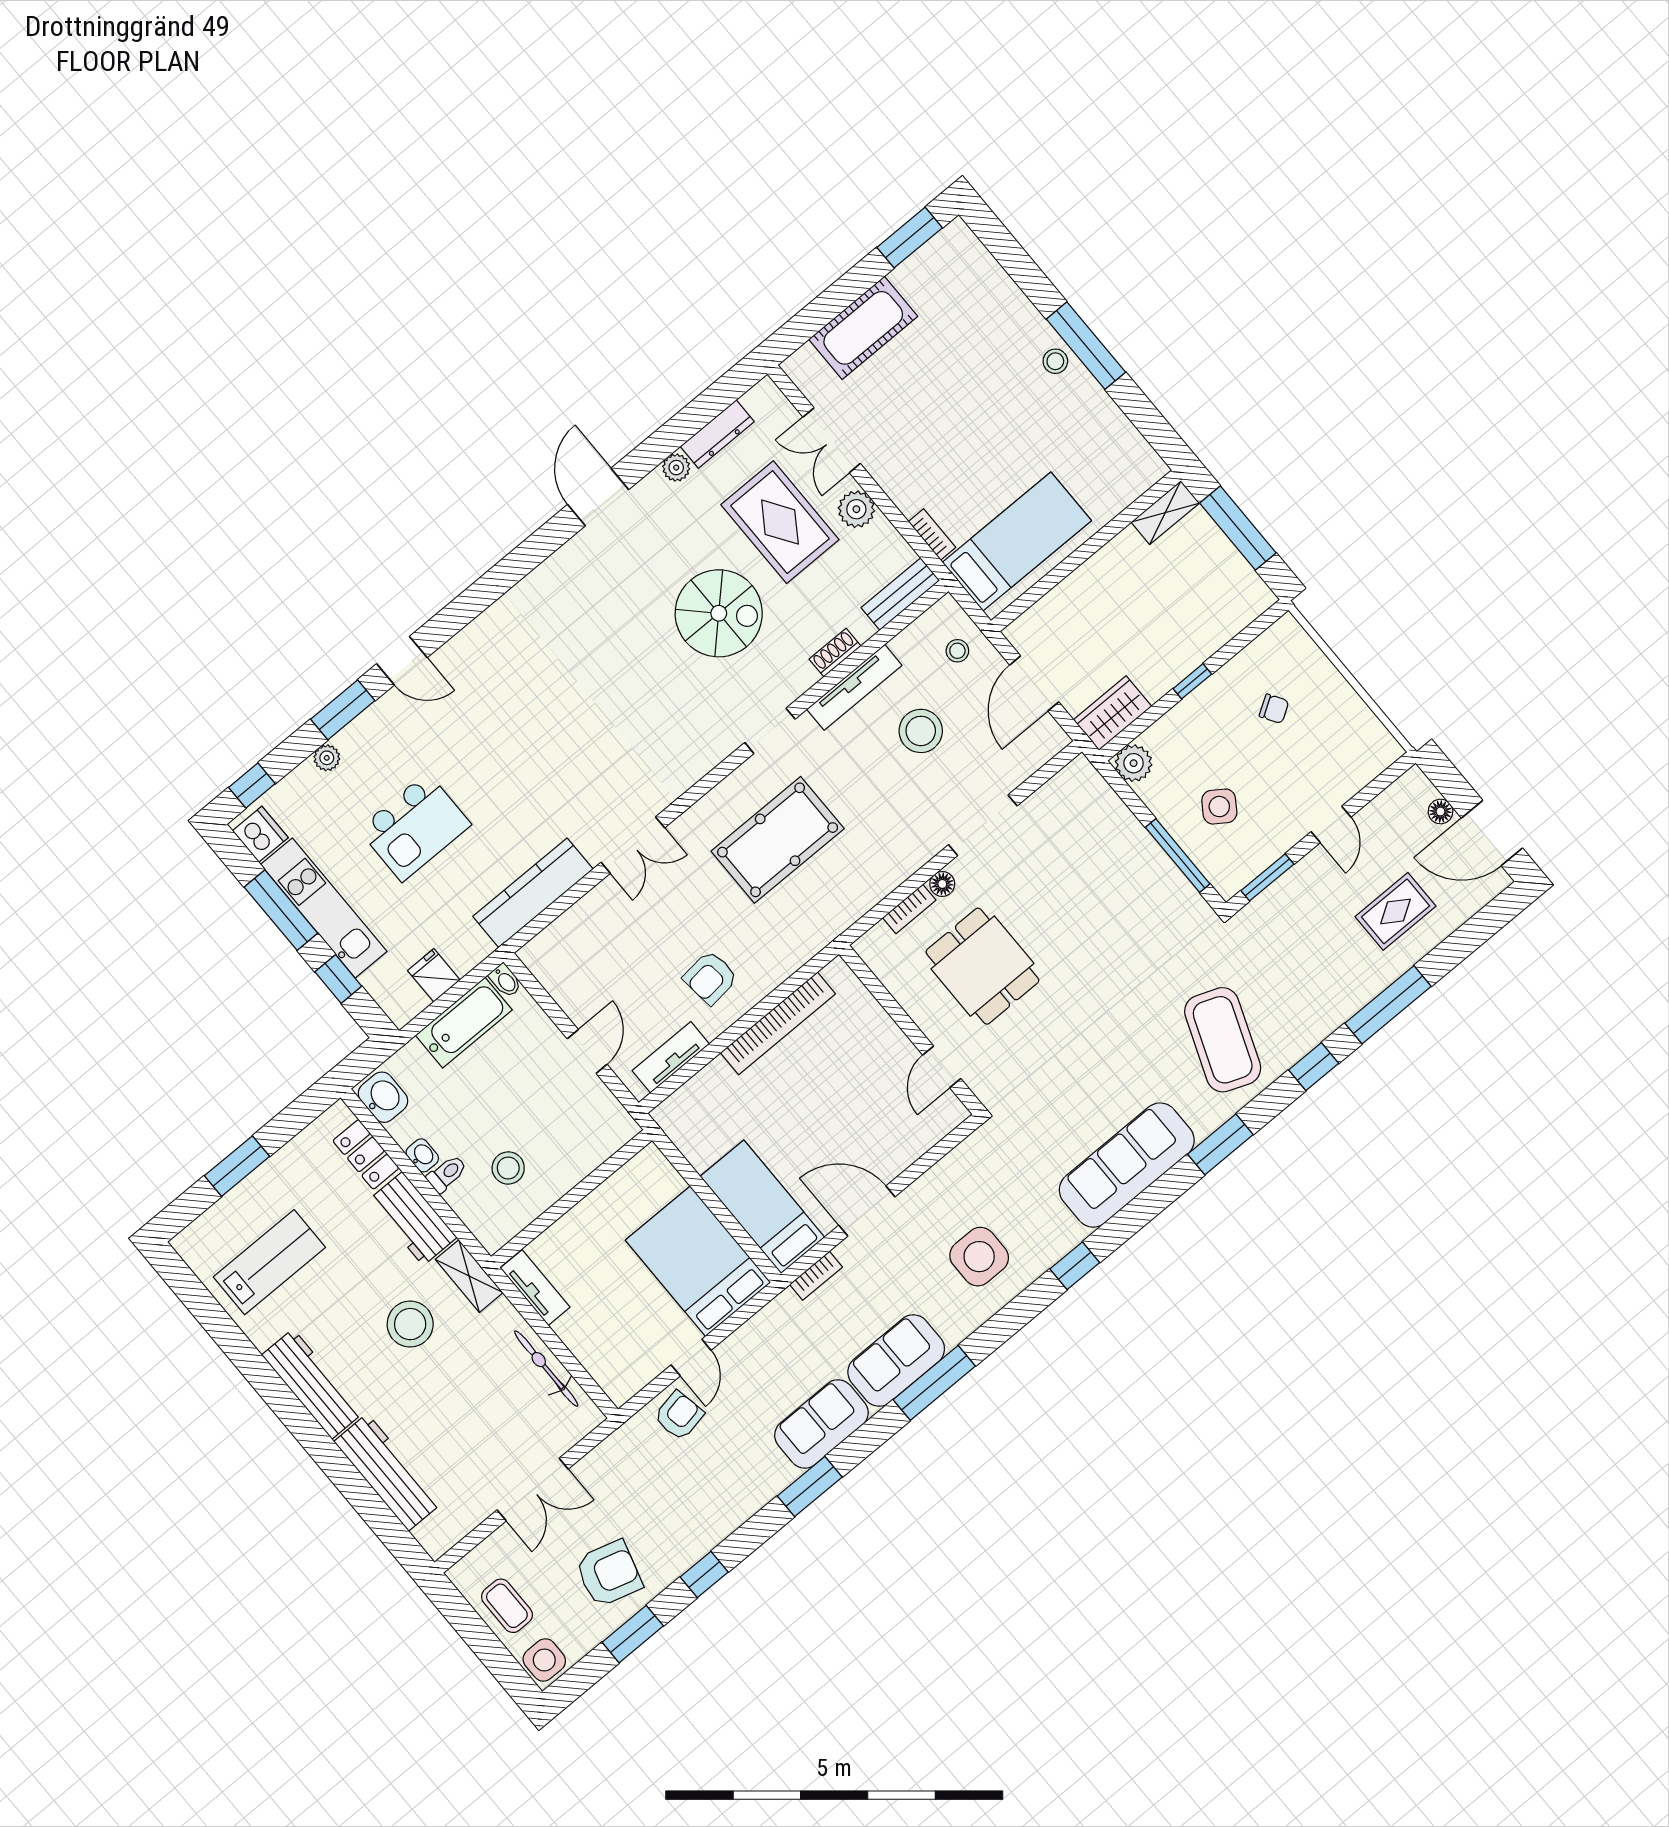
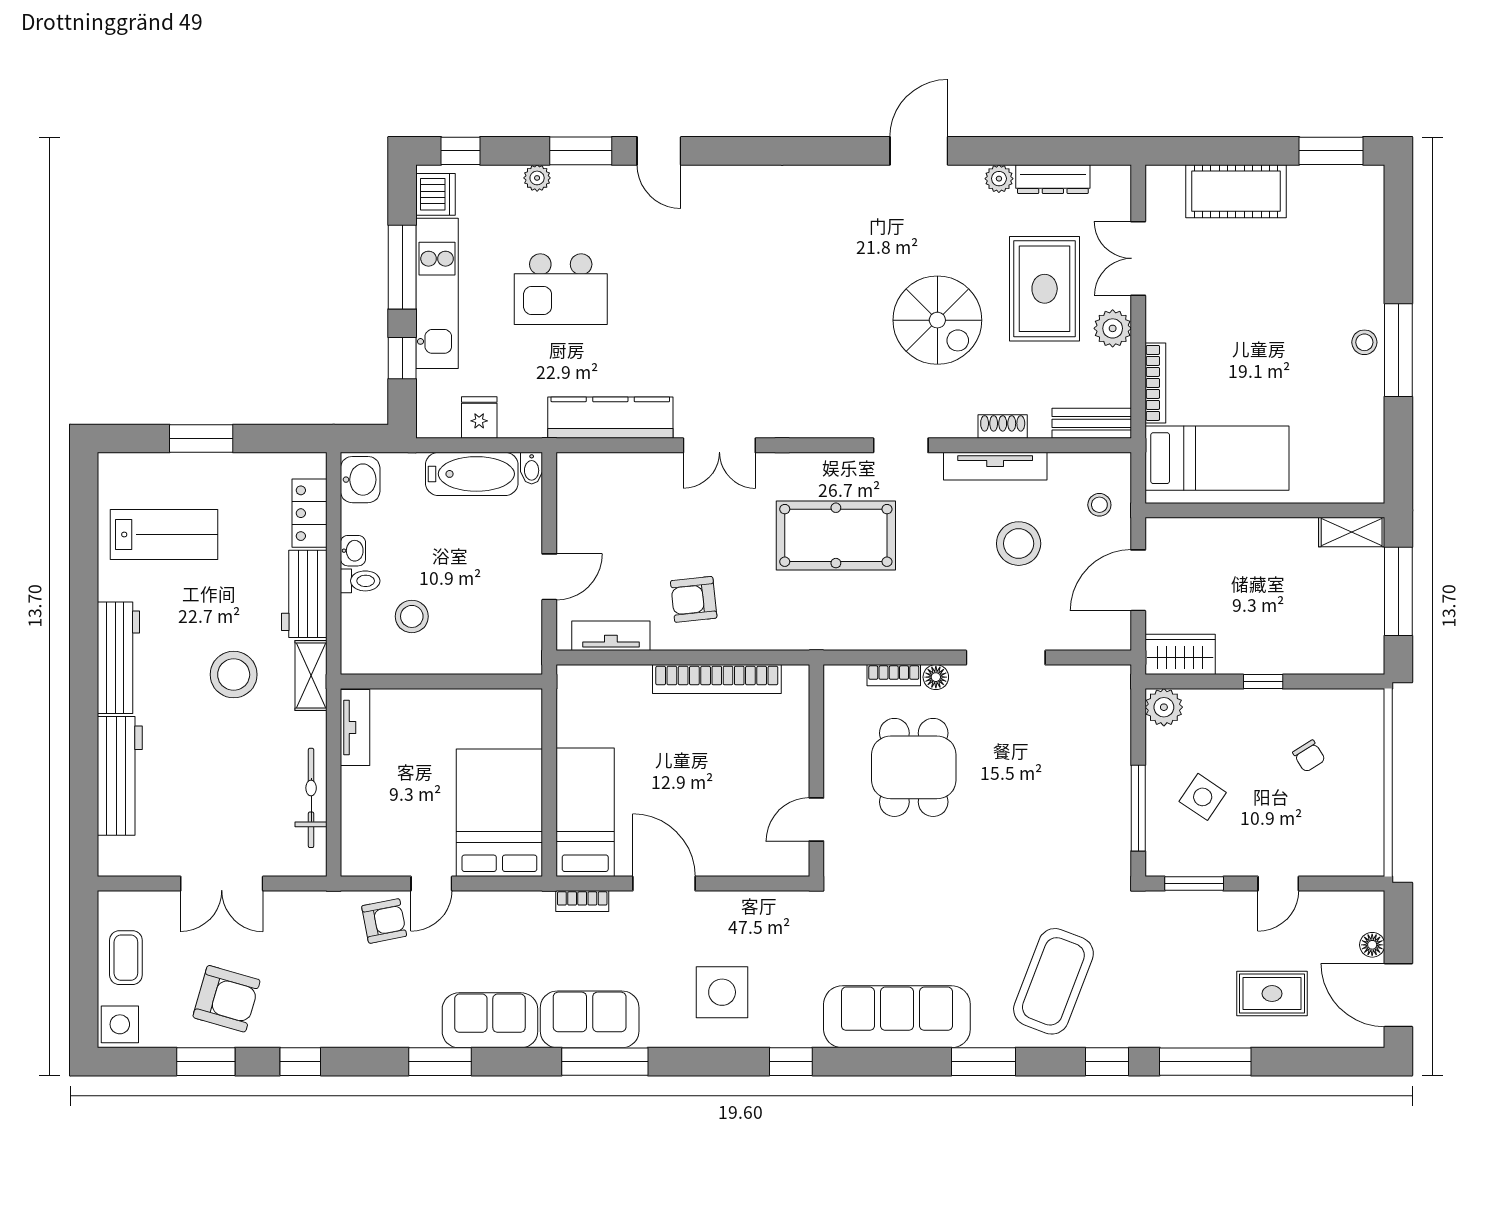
bookcase: (932, 534) -> (1155, 383), width x1.56

